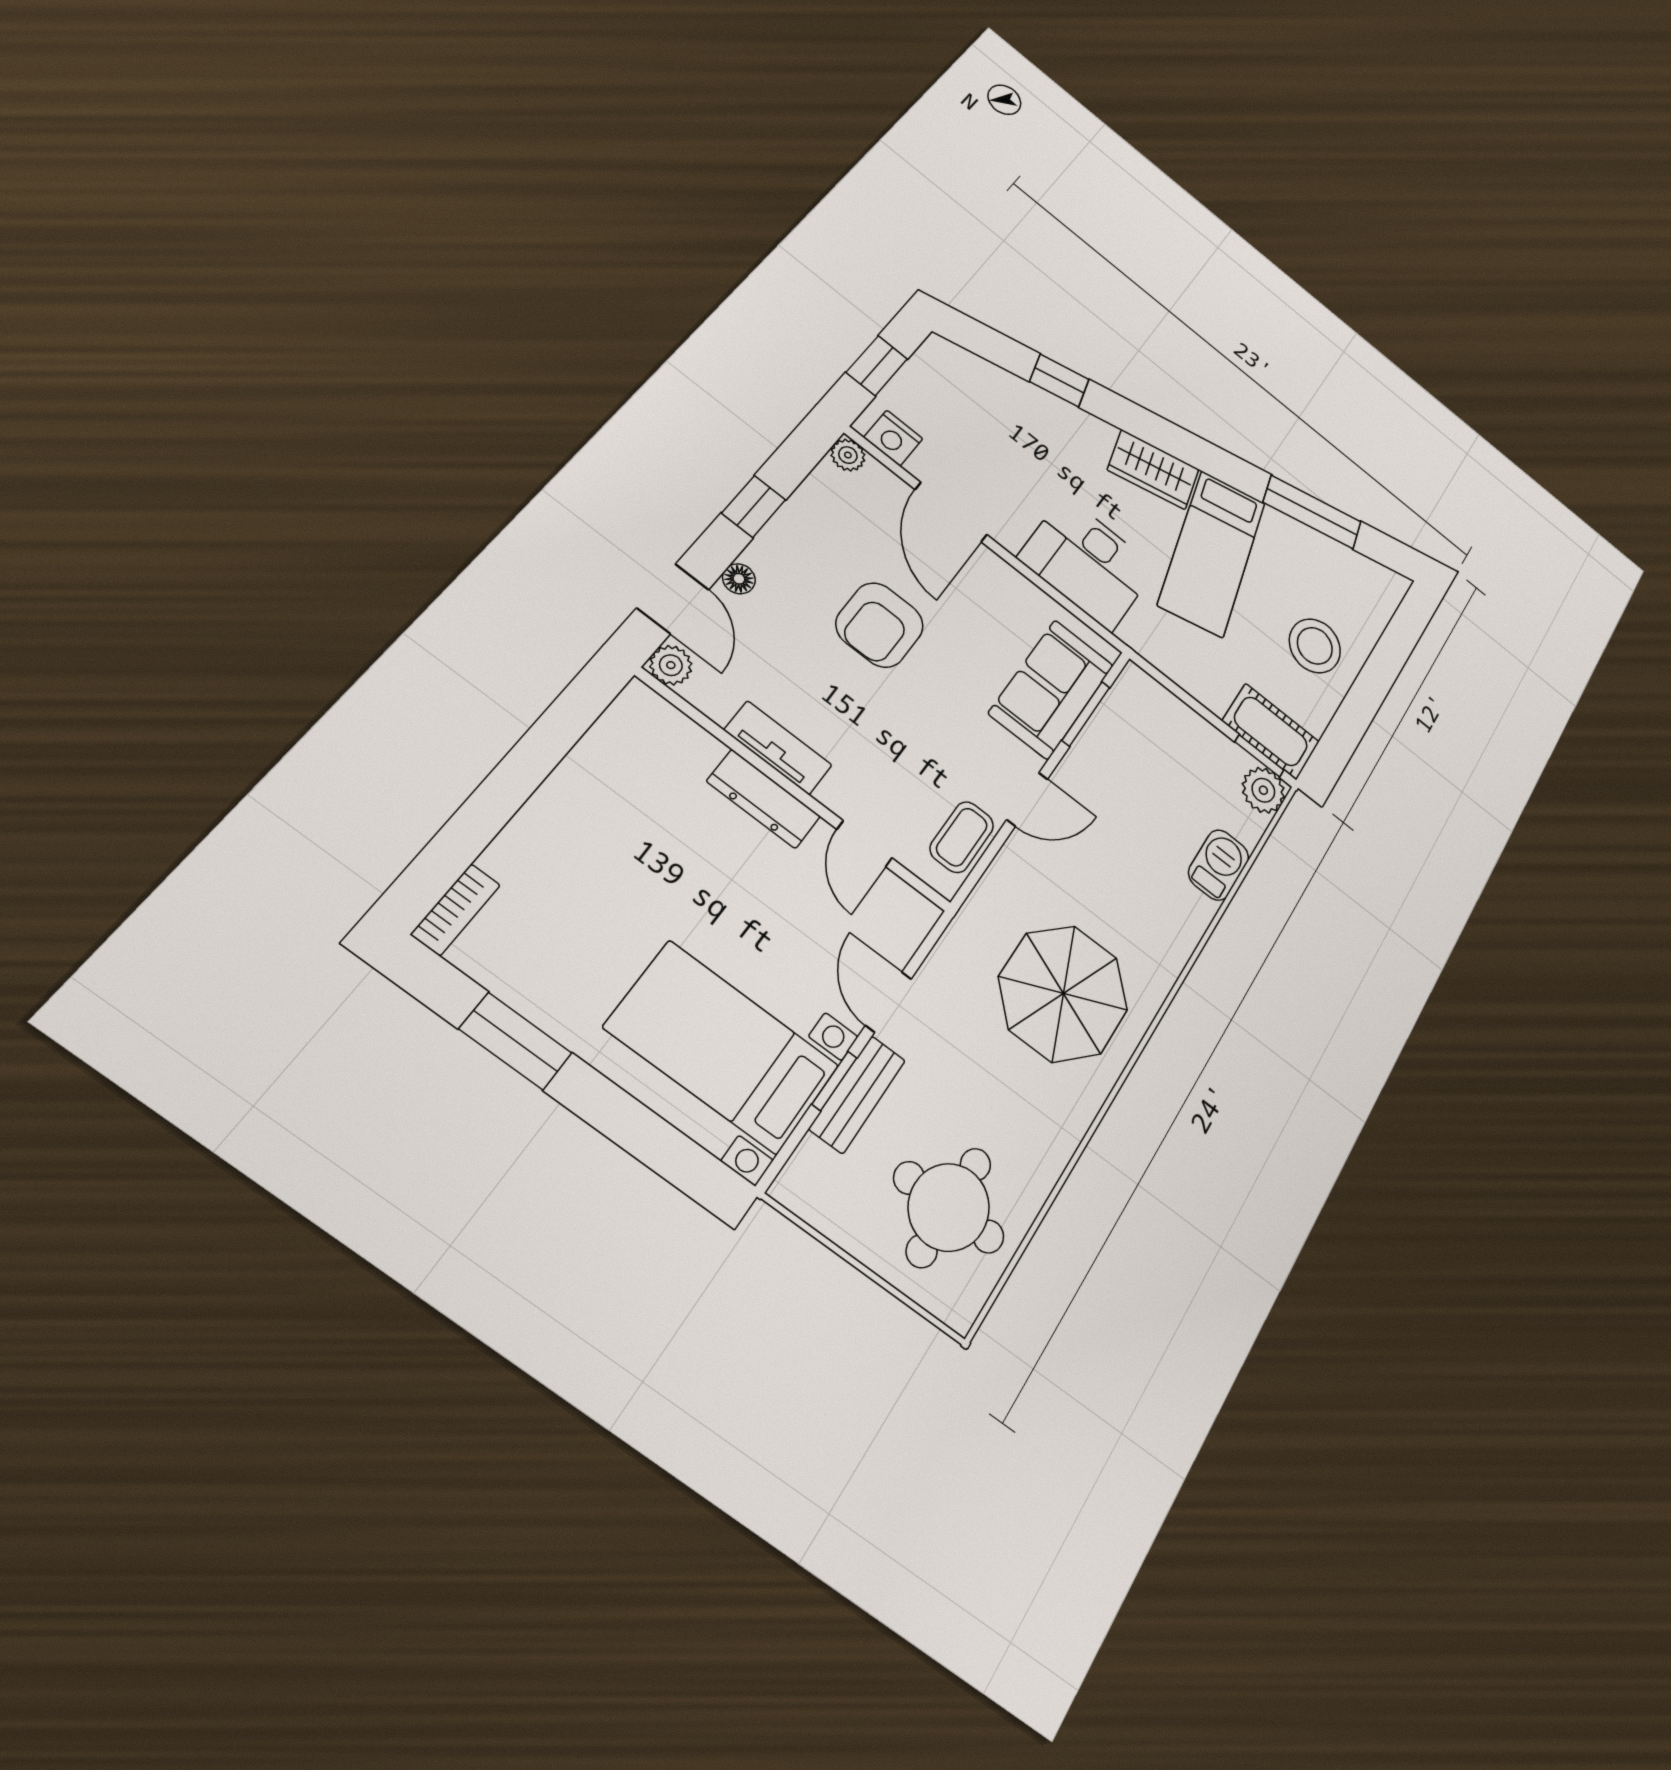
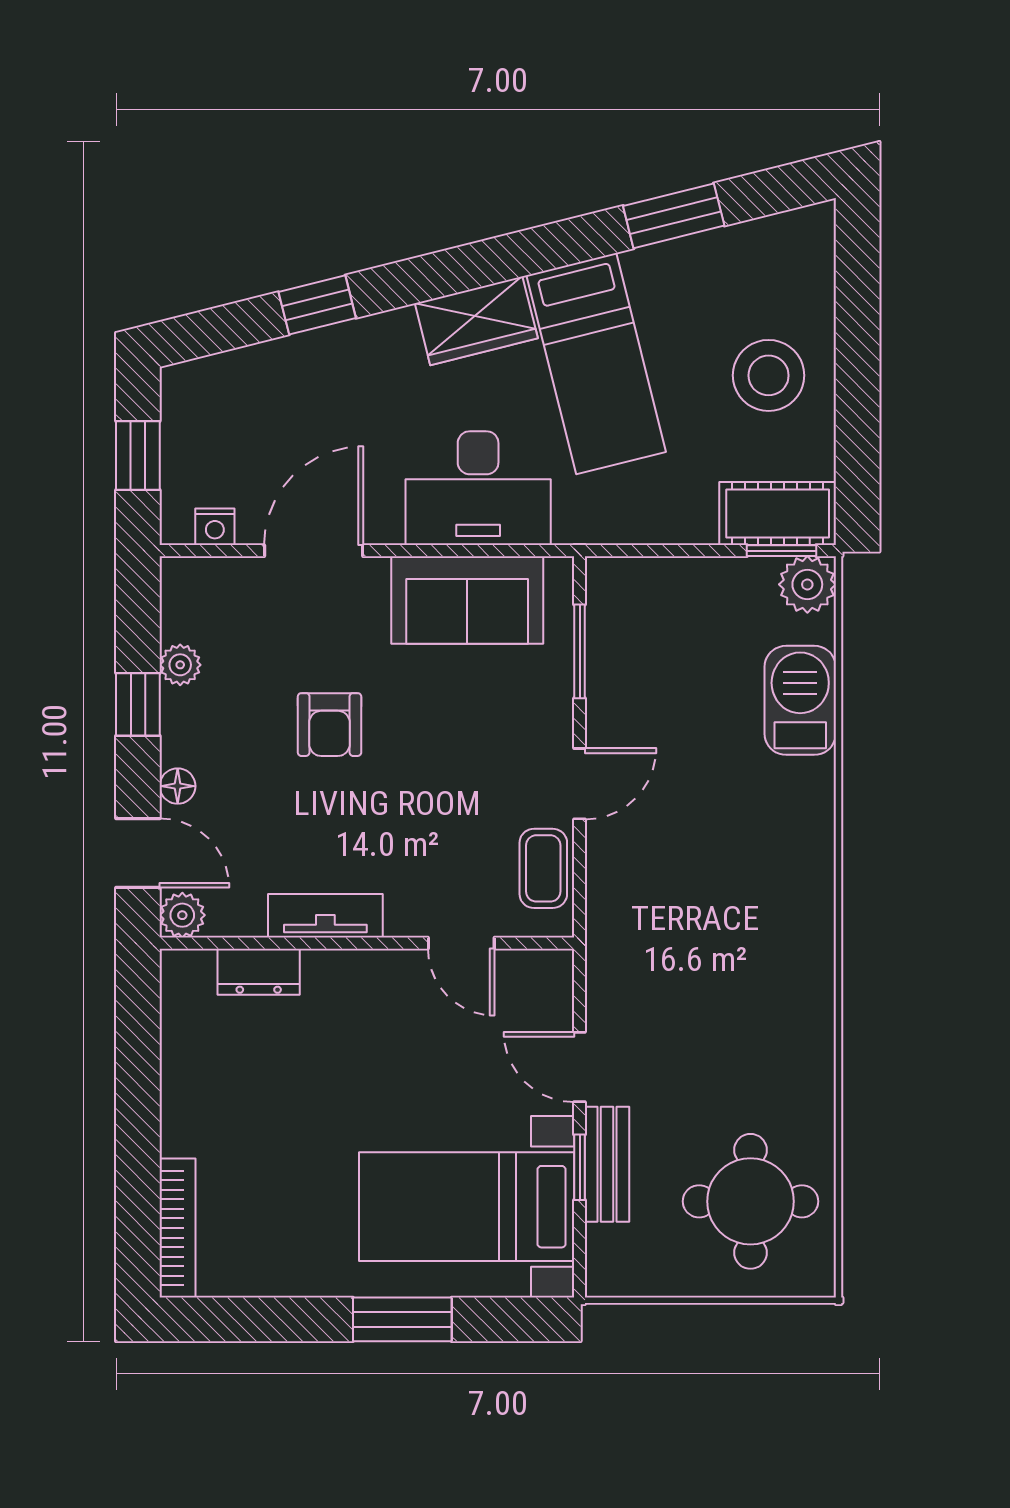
nightstand: (893, 438) -> (215, 527), width x0.72, depth x0.74
plant: (848, 455) -> (180, 665), moved
door: (951, 512) -> (314, 551), swing flipped
window: (1312, 512) -> (674, 216), width x0.69
armchair: (880, 625) -> (330, 725), width x0.72, depth x0.72
sofa: (1051, 689) -> (467, 600), moved, turned -90
dresser: (764, 799) -> (259, 972), moved, width x0.70
barbecue: (1219, 865) -> (800, 700), width x1.38, depth x1.27
bookcase: (456, 910) -> (178, 1228), width x1.56
parasol: (1063, 994) -> (733, 942), removed
window: (516, 1041) -> (402, 1319), moved

